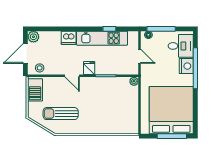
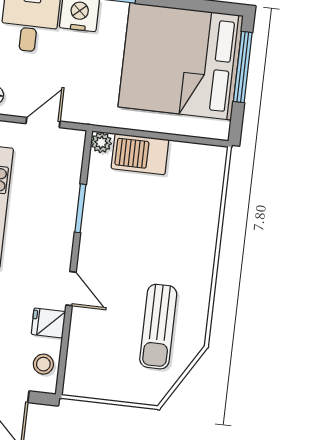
fridge: (89, 68) -> (48, 323), moved
door: (72, 76) -> (71, 289), hinge flipped
barbecue: (35, 90) -> (140, 154), moved, turned 180

